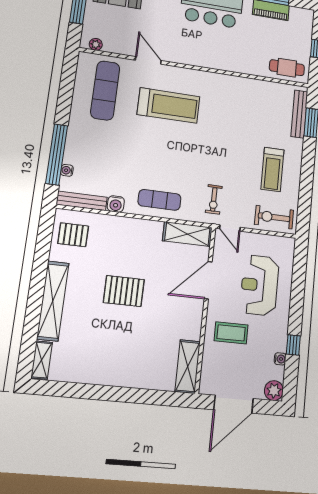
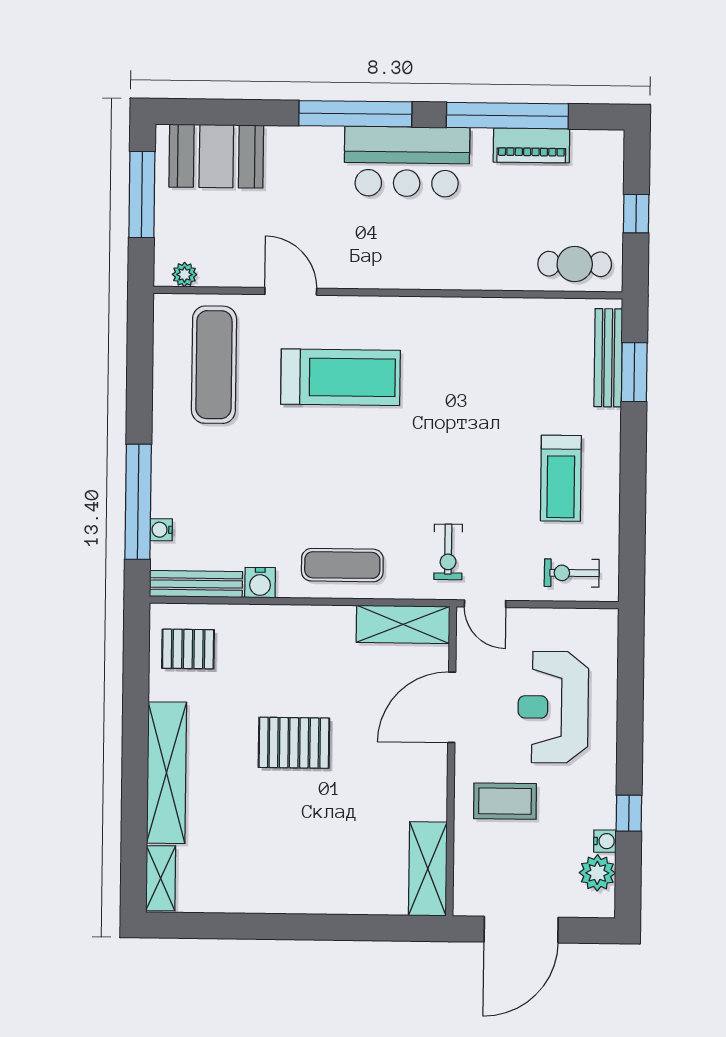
exercise bike: (274, 217) -> (572, 573), width x0.73, depth x0.72
plant: (274, 391) -> (597, 873), moved

